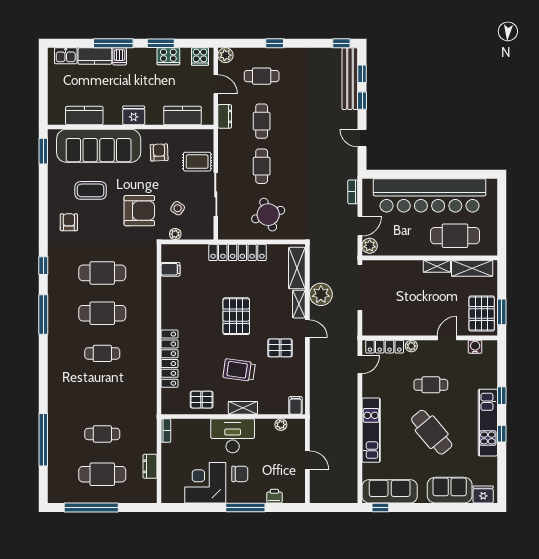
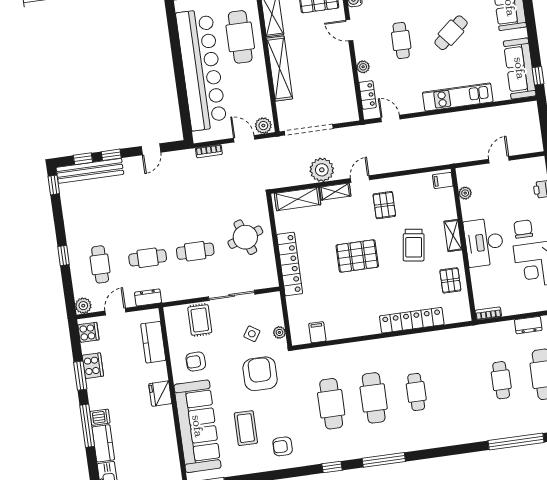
kitchen counter: (84, 115) -> (168, 446), removed
shelving: (437, 266) -> (280, 69), width x2.20, depth x1.33
locker: (385, 347) -> (368, 95), width x0.66
cafe table: (432, 432) -> (451, 33), width x0.73, depth x0.74

